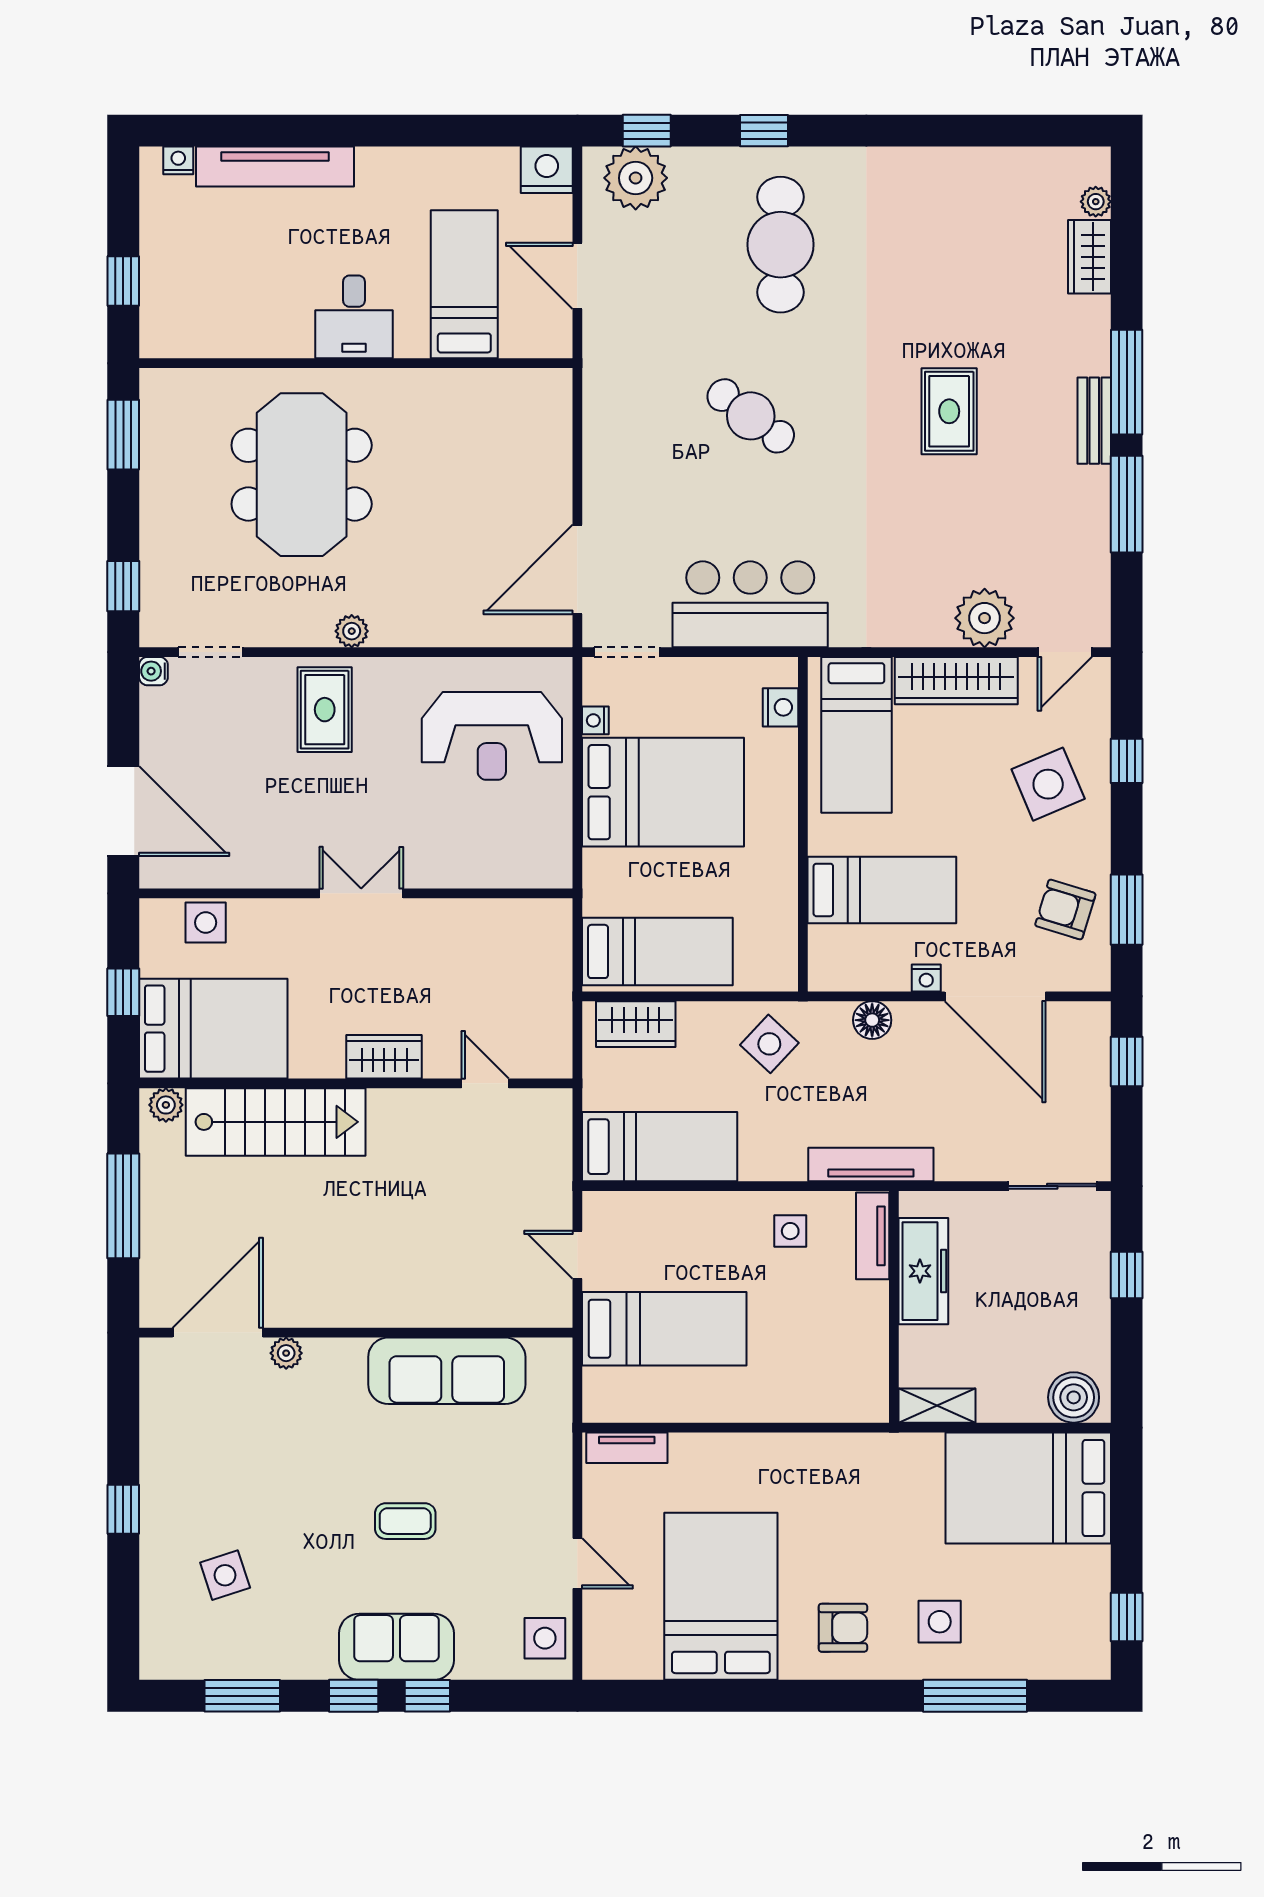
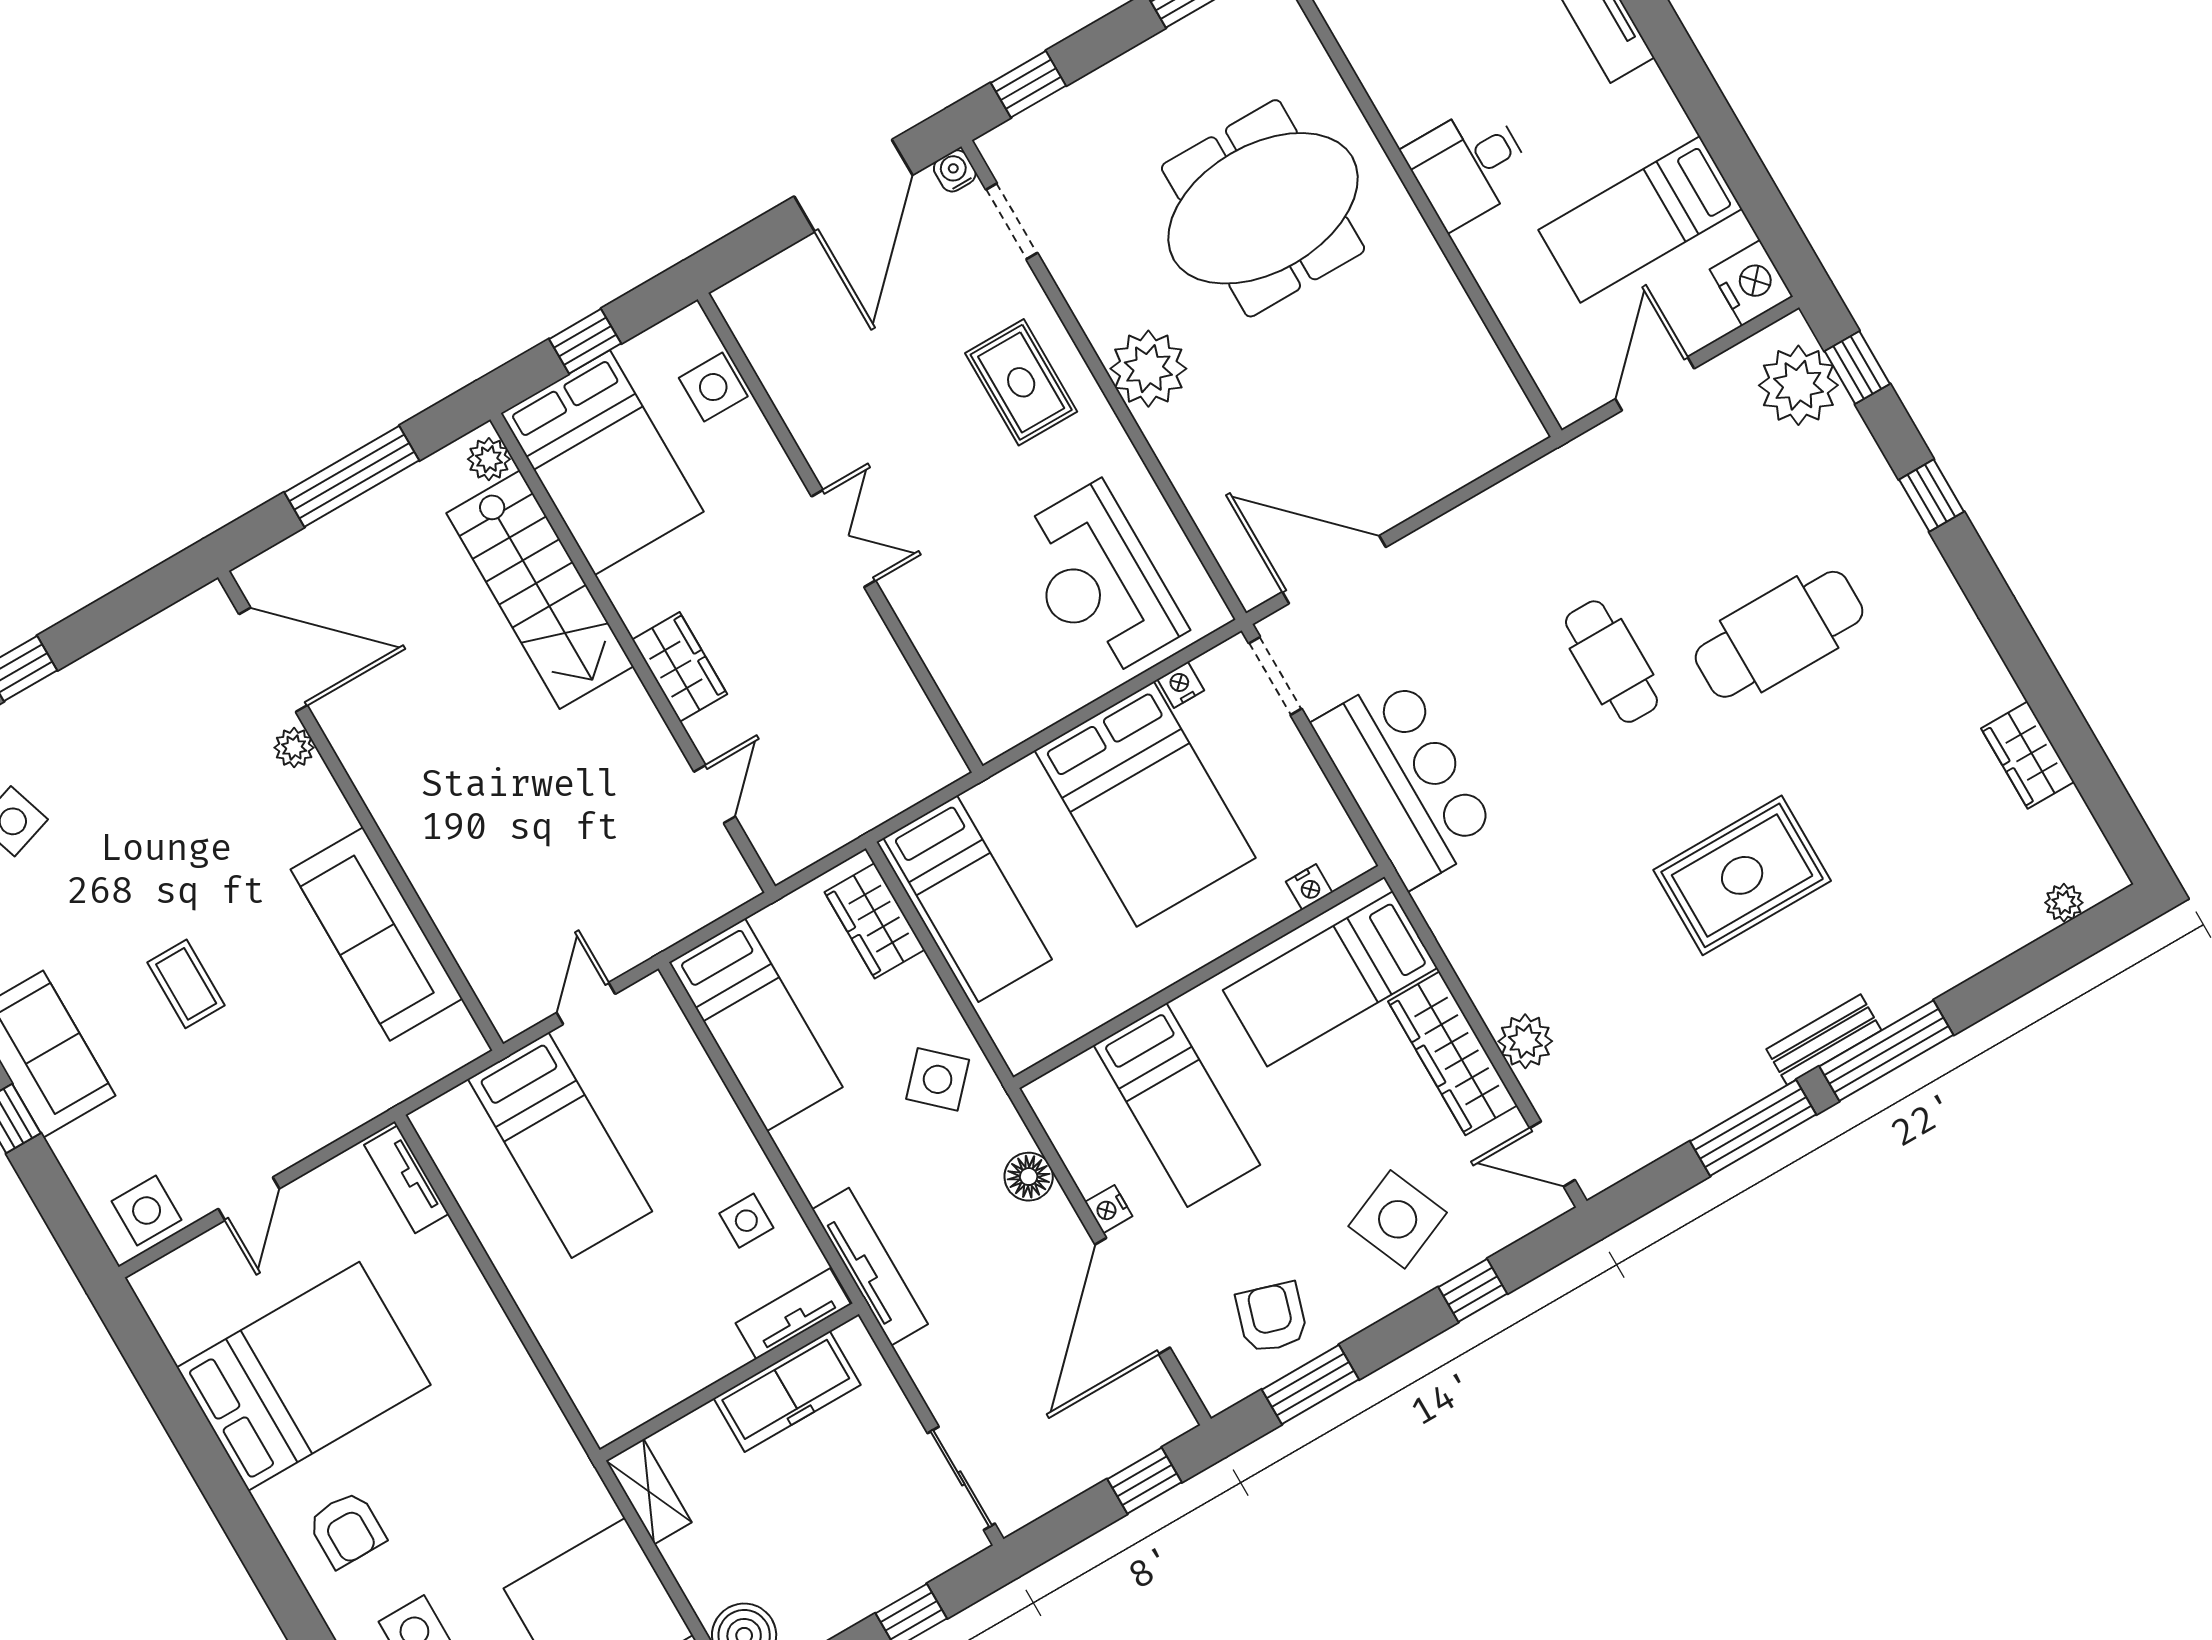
cafe table: (780, 245) -> (1779, 634), moved
wardrobe: (1089, 257) -> (2028, 755), moved, turned -90
bed: (464, 284) -> (1640, 219), moved, turned 180
rug: (949, 411) -> (1742, 875), width x1.36, depth x1.43
cafe table: (751, 416) -> (1611, 662), turned -37
plant: (985, 618) -> (1525, 1041), width x0.73, depth x0.73
plant: (352, 631) -> (1148, 369), width x1.88, depth x1.88
nightstand: (781, 707) -> (1309, 887), width x0.72, depth x0.74
rug: (325, 710) -> (1021, 382), turned 90
door: (123, 811) -> (853, 186), moved

